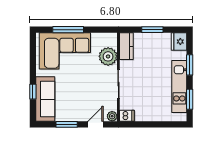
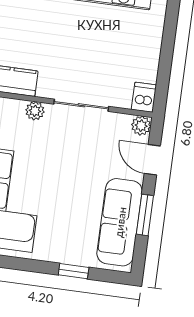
plant: (108, 56) -> (35, 111), width x0.53, depth x0.53
sofa: (45, 99) -> (120, 222), moved, turned -90

